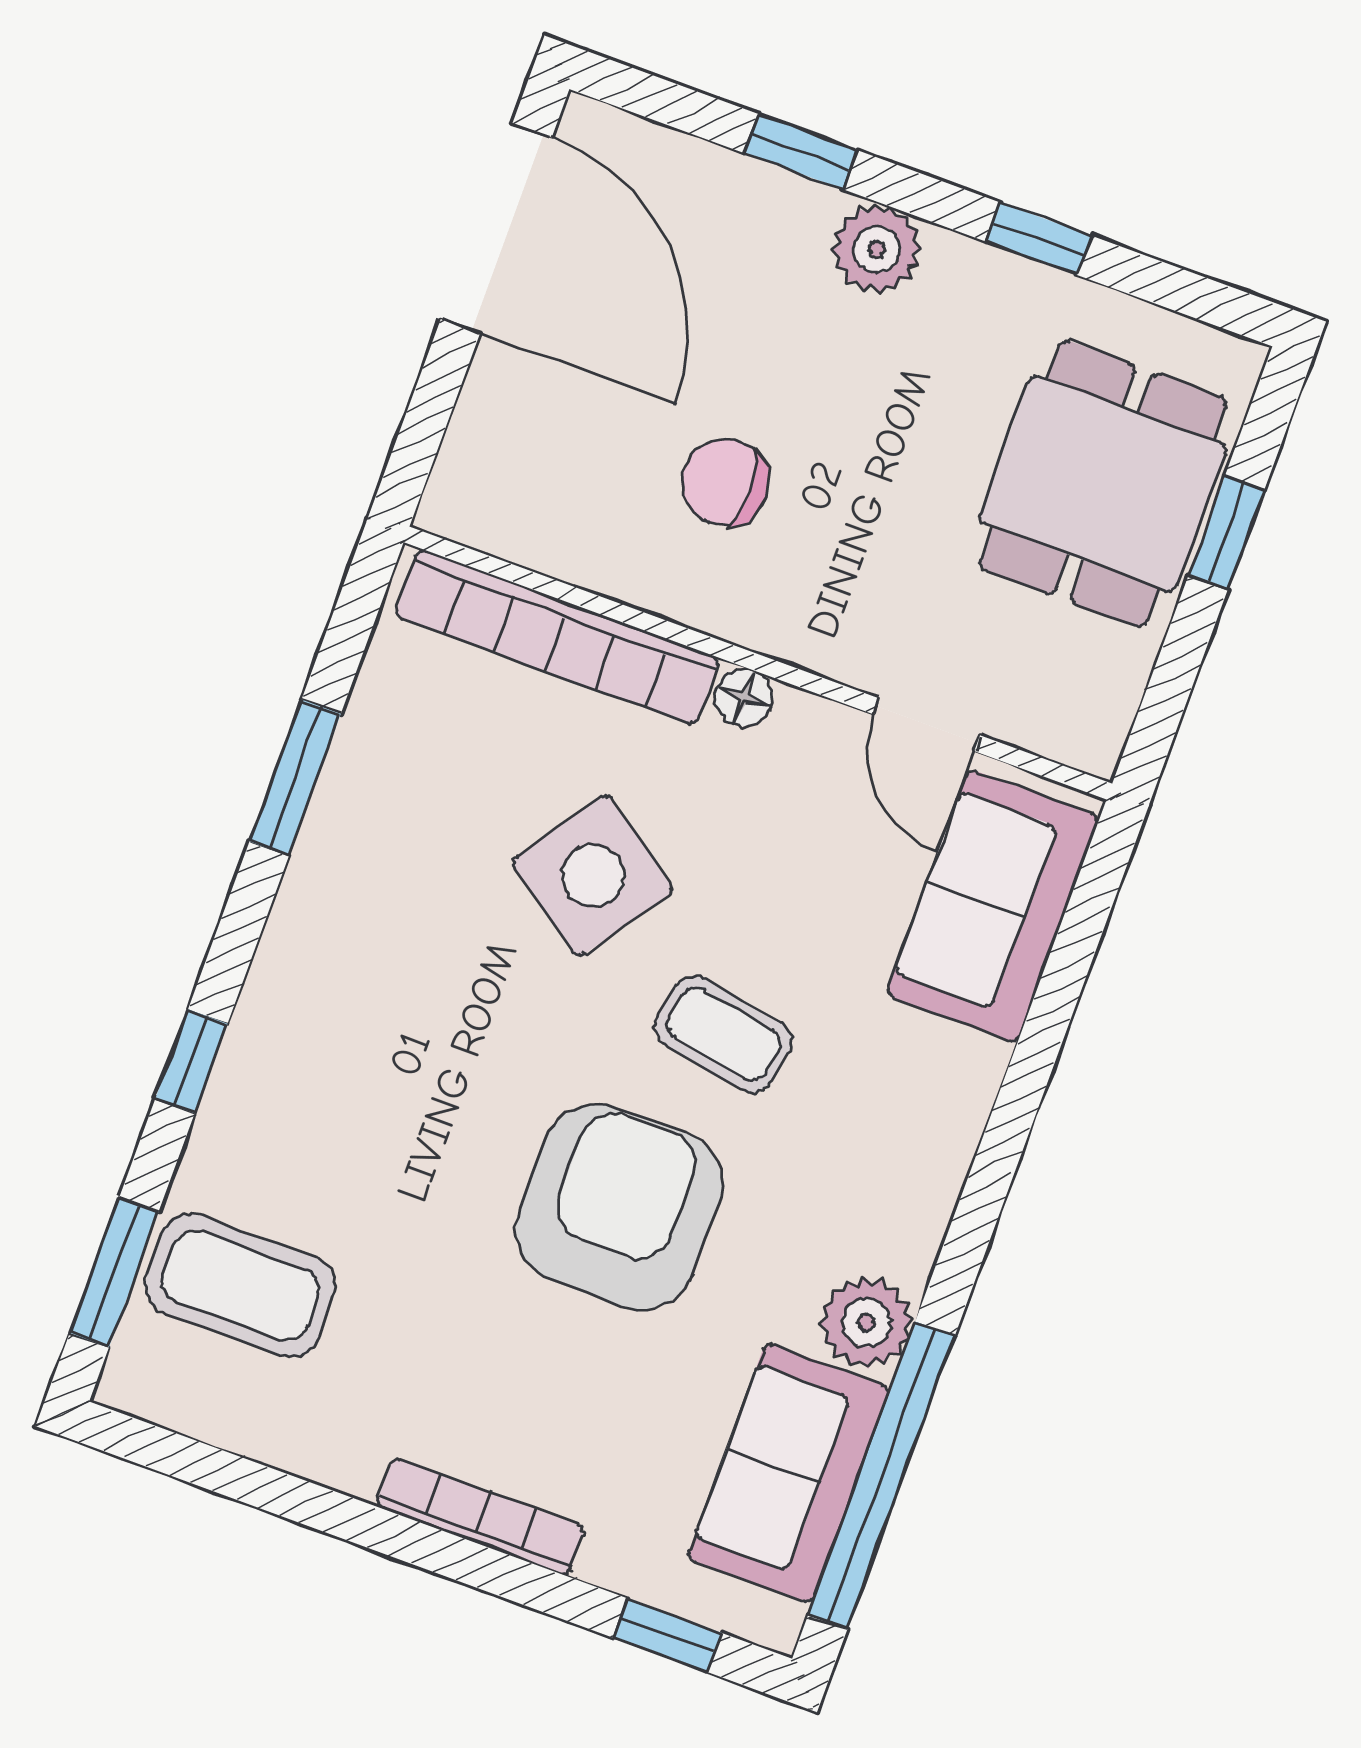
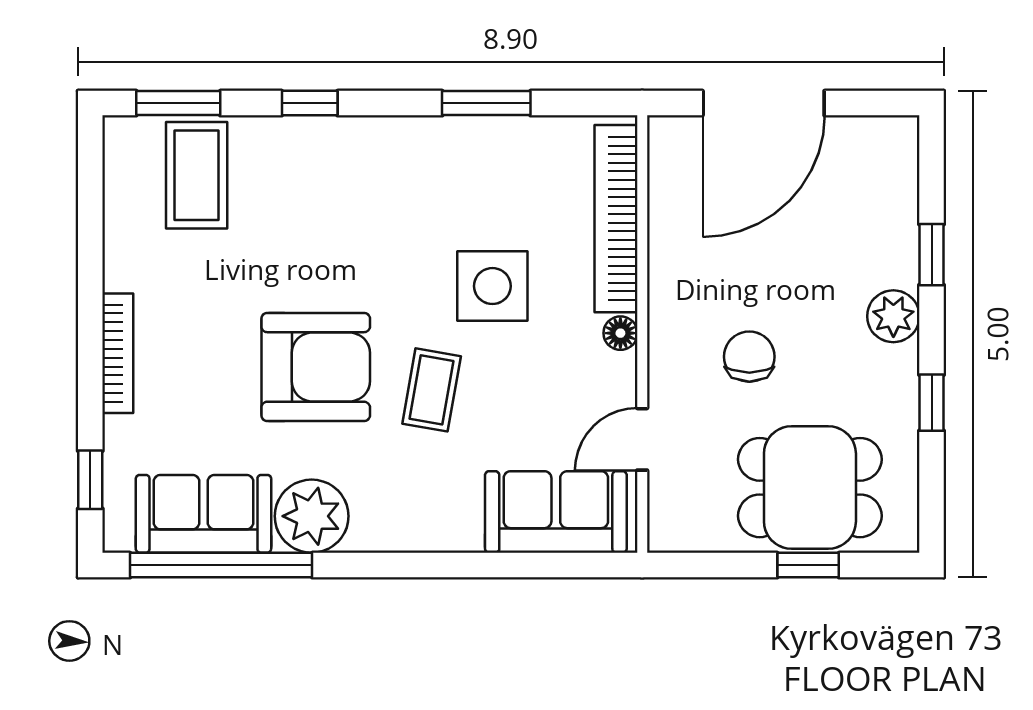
door: (496, 228) -> (764, 103), moved
chair: (725, 482) -> (749, 357), moved
side table: (593, 875) -> (492, 286), turned -35
plant: (866, 1323) -> (312, 516), width x1.36, depth x1.36

